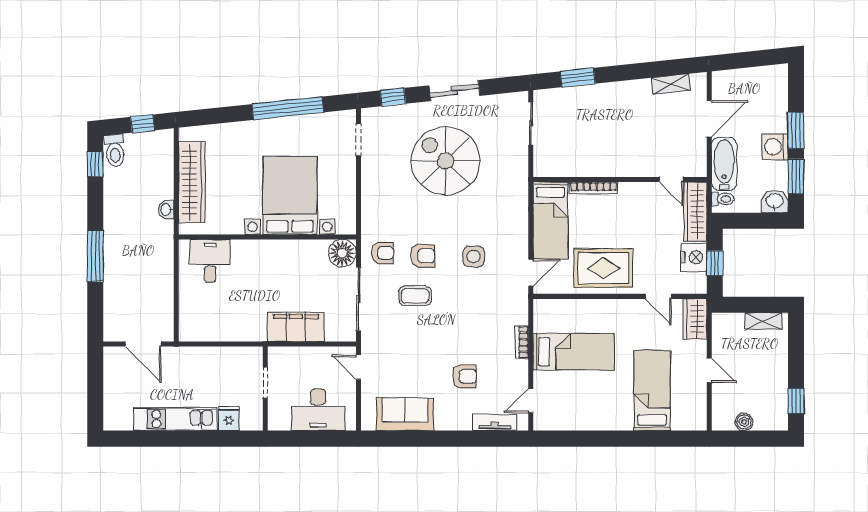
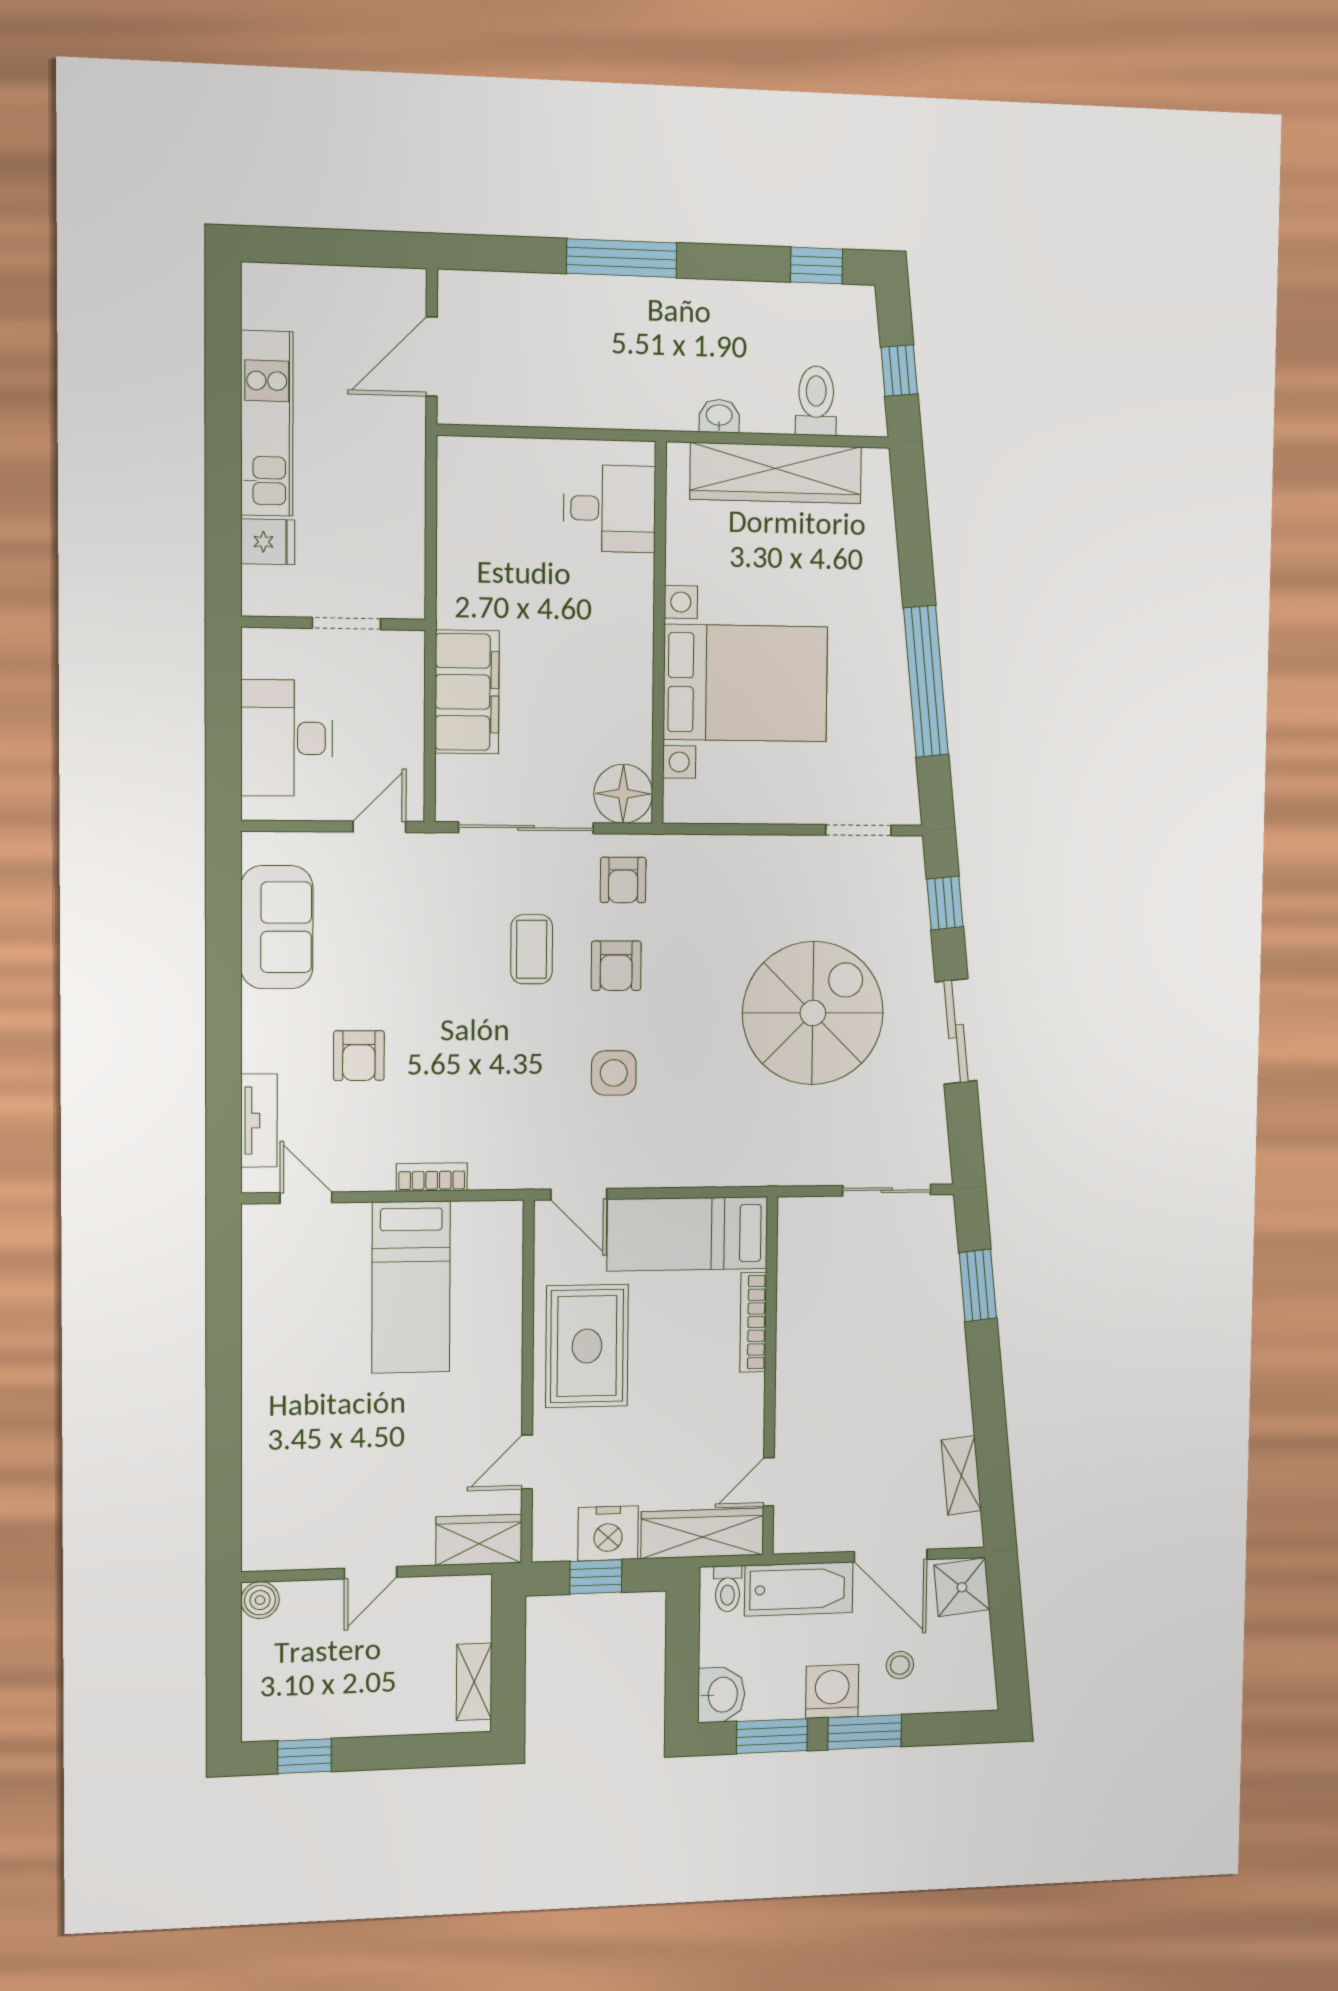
shower: (726, 83) -> (962, 1587), added
stool: (763, 113) -> (900, 1665), added
toilet: (115, 151) -> (816, 401), moved, turned 96
bed: (652, 391) -> (327, 1454), removed
boiler: (744, 422) -> (260, 1600), moved

